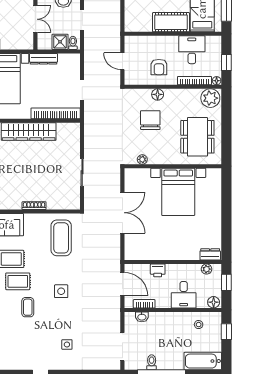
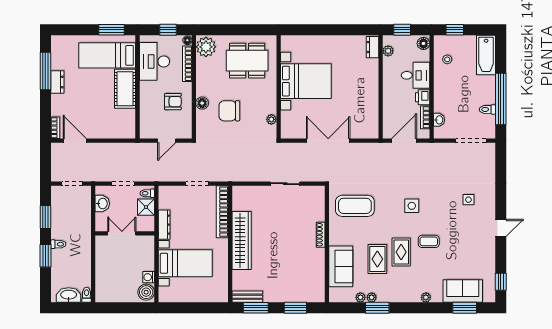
desk: (192, 50) -> (154, 61), width x1.37
printer: (158, 270) -> (423, 97), moved, turned 180

